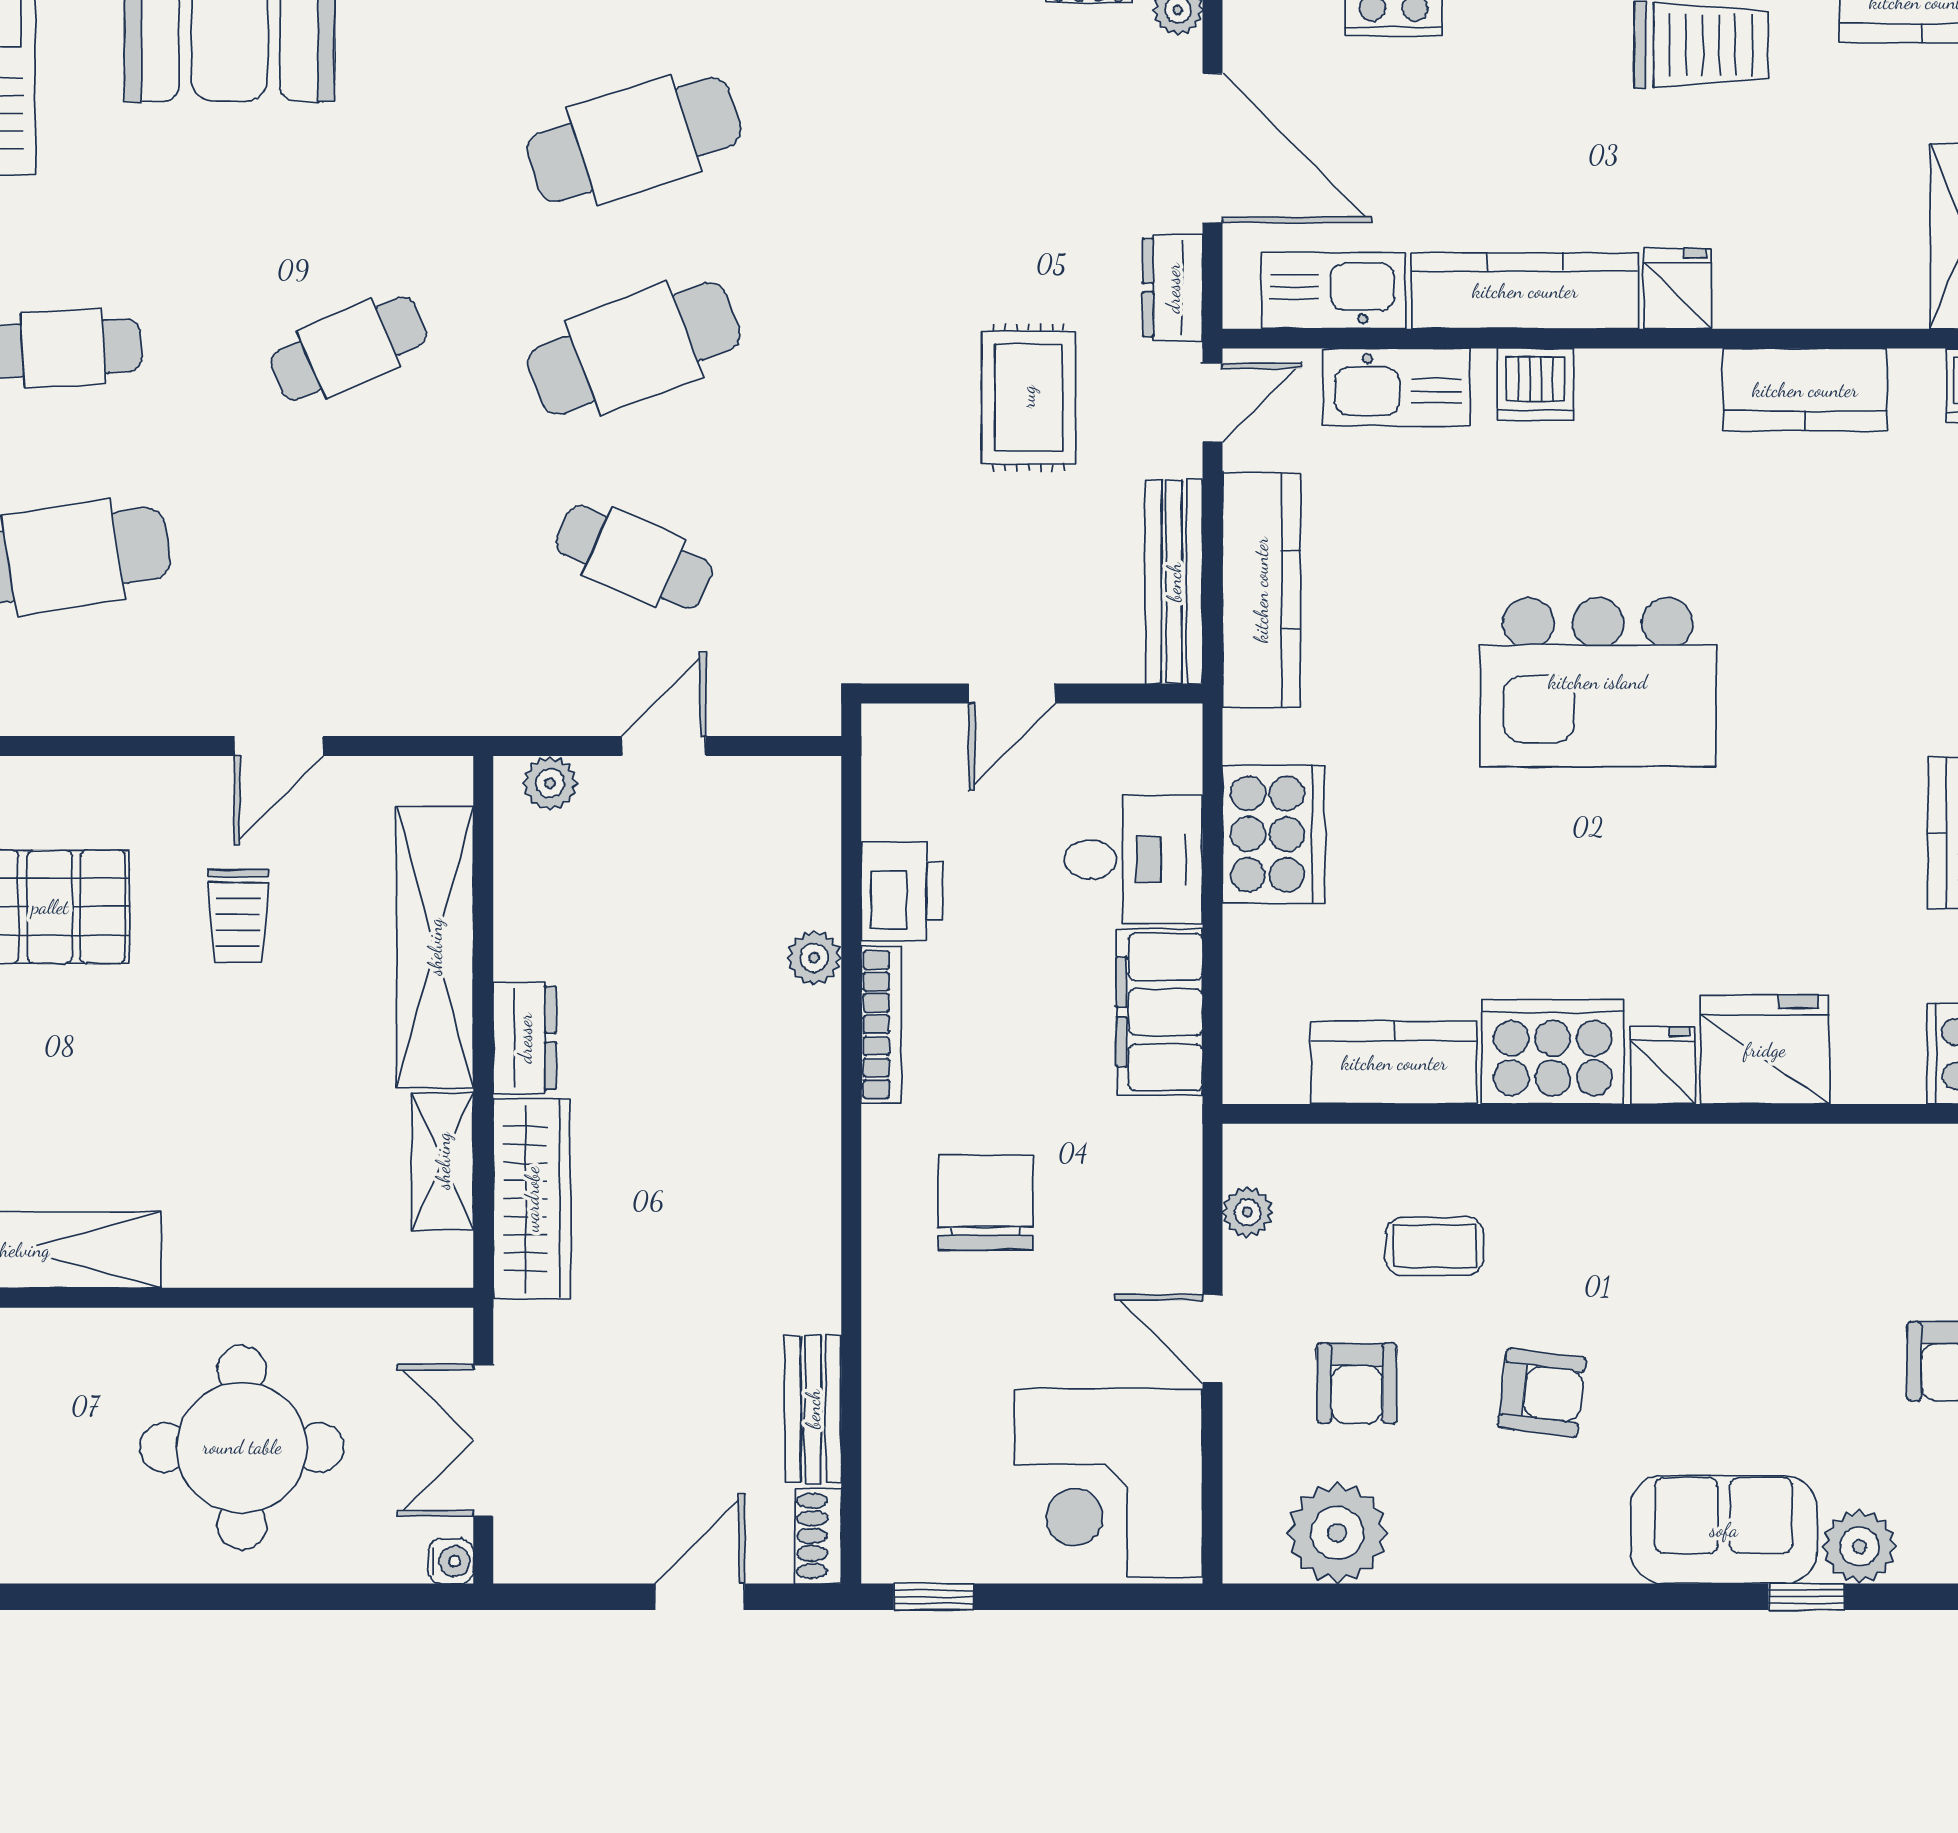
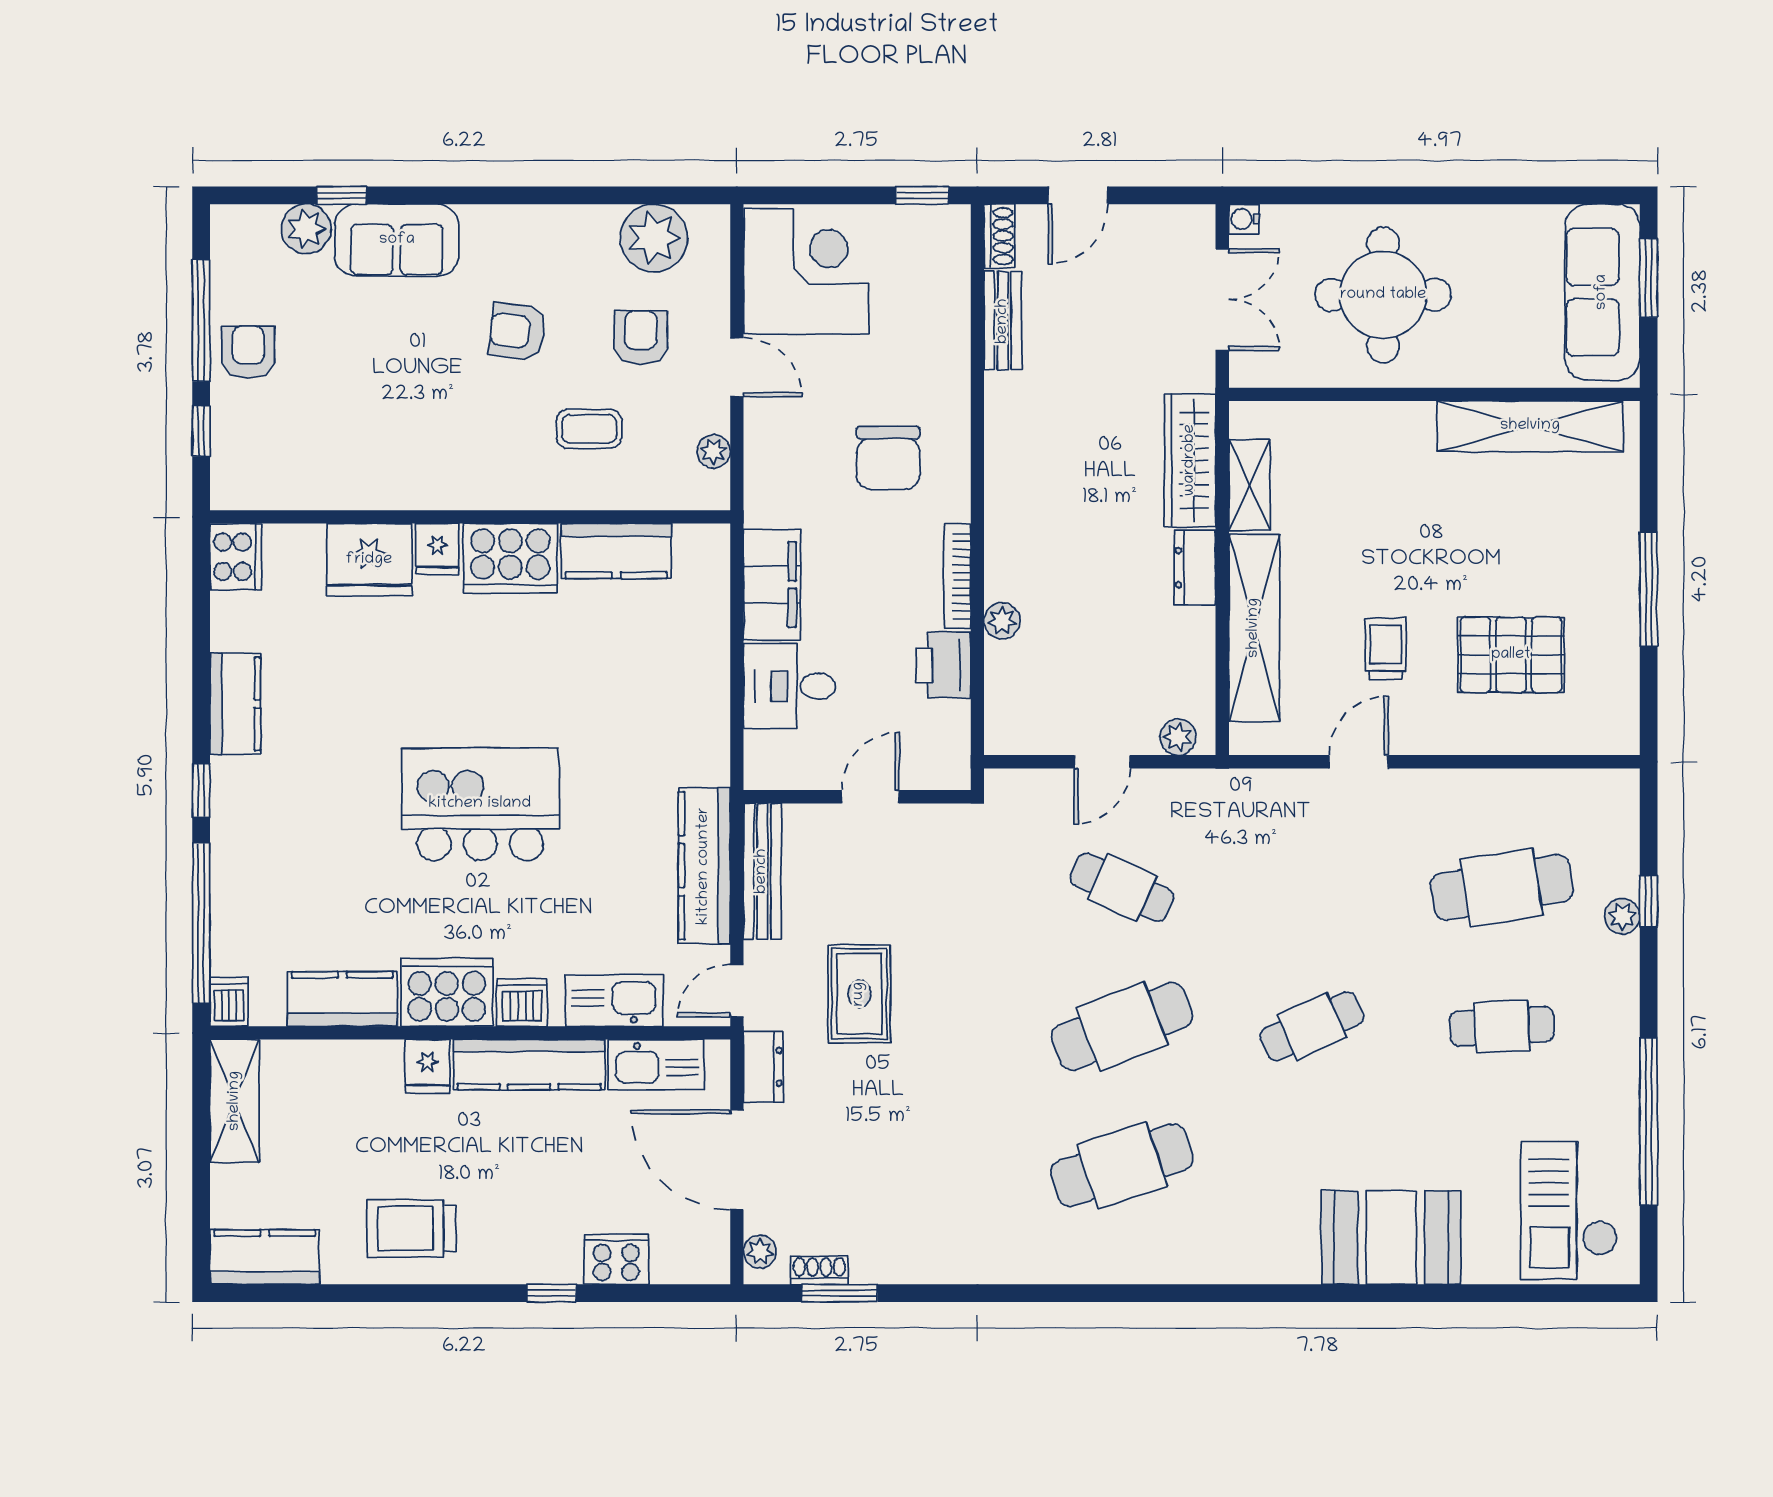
cooker: (1274, 834) -> (447, 992), moved, turned 90

